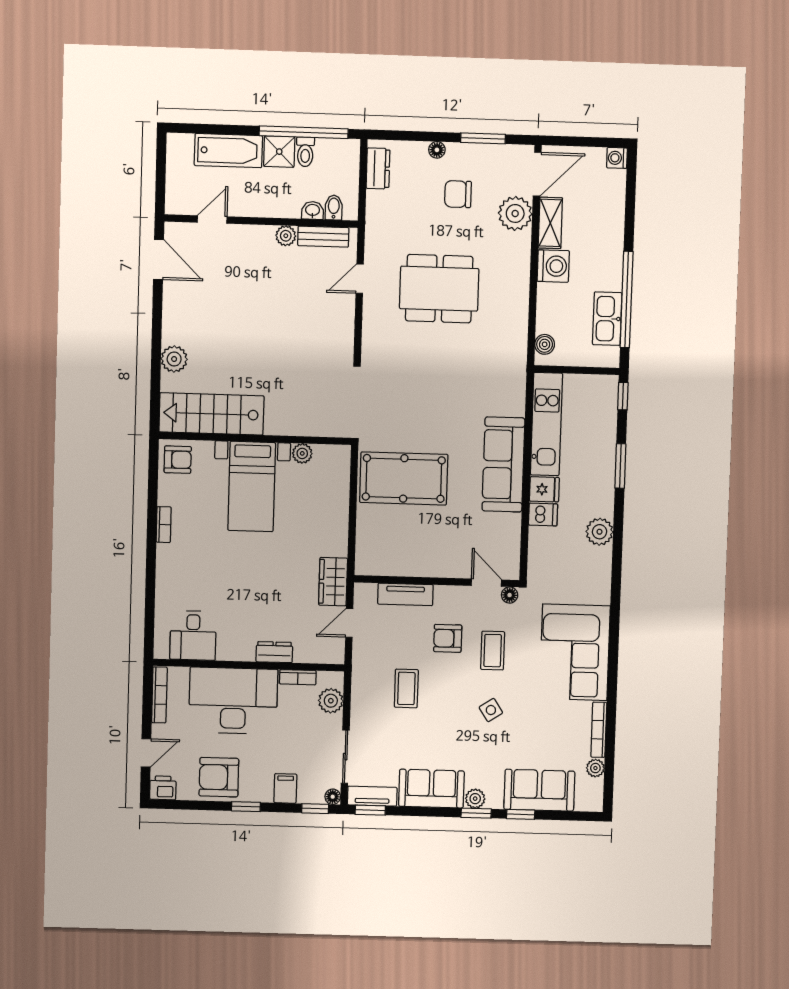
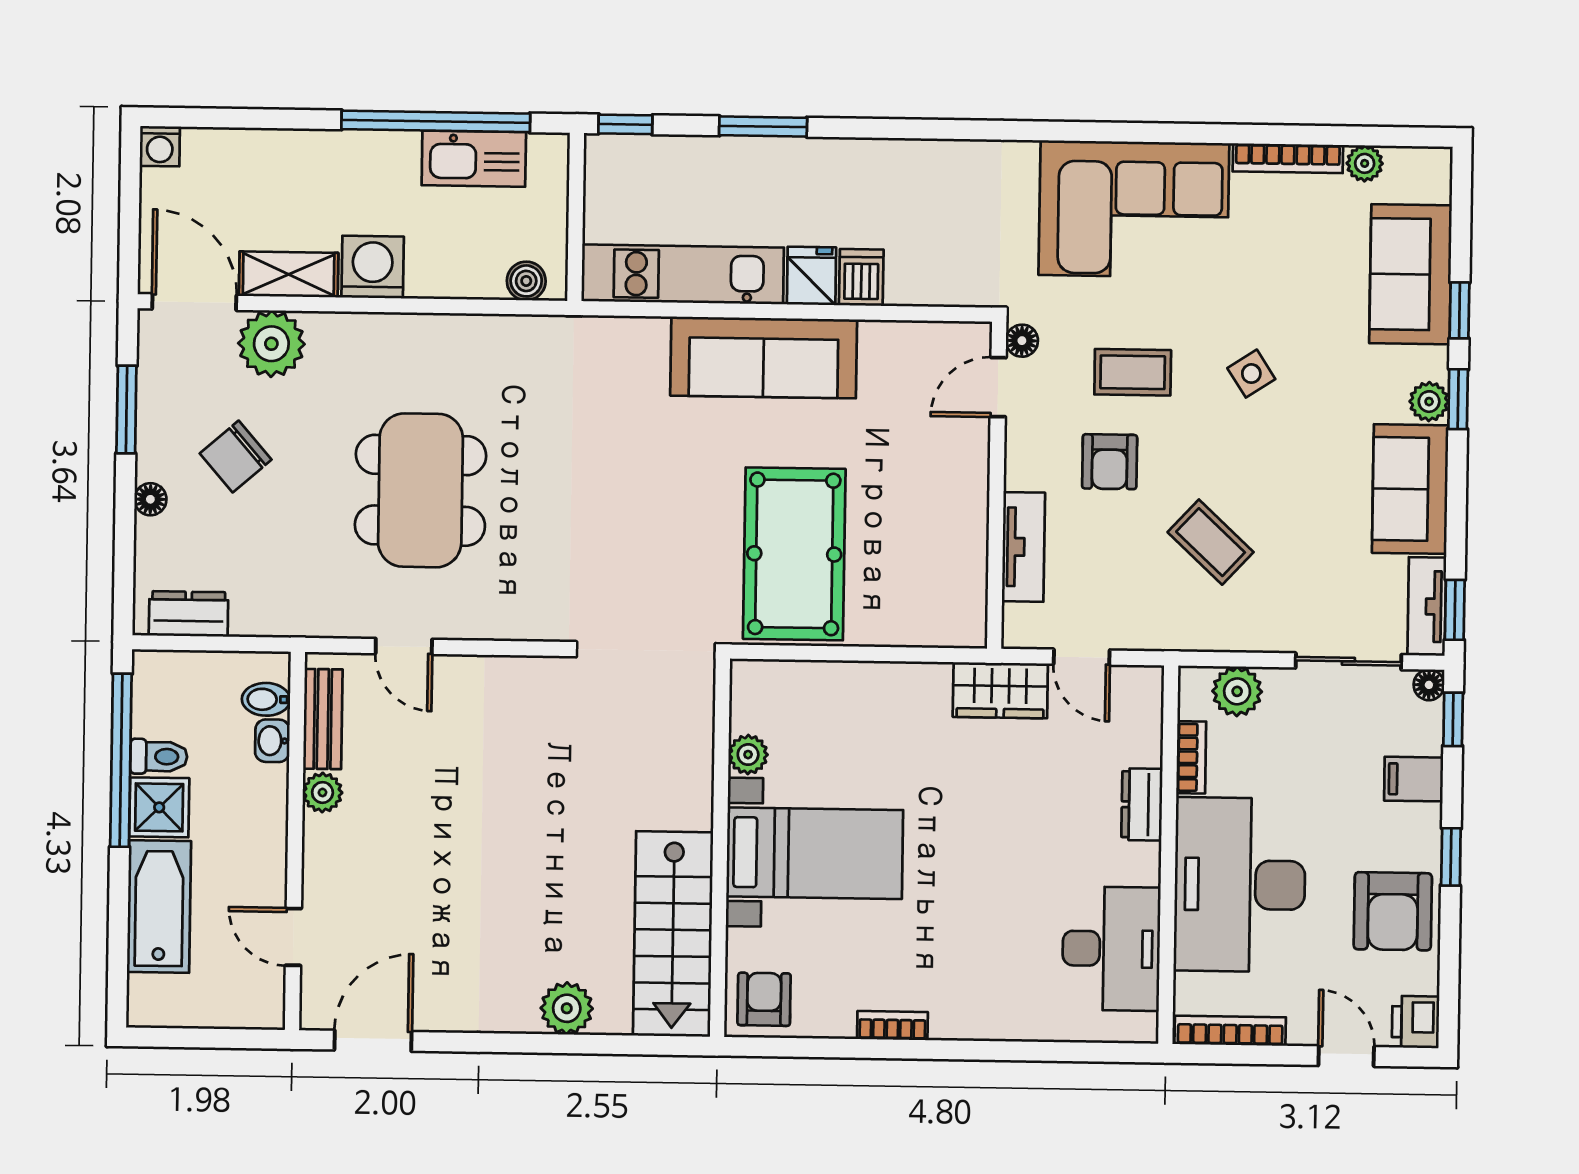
chair: (458, 194) -> (236, 457), turned 49
plant: (600, 532) -> (894, 165), removed
desk: (193, 635) -> (1111, 949), width x1.37
coffee table: (406, 688) -> (1211, 542), turned 43

